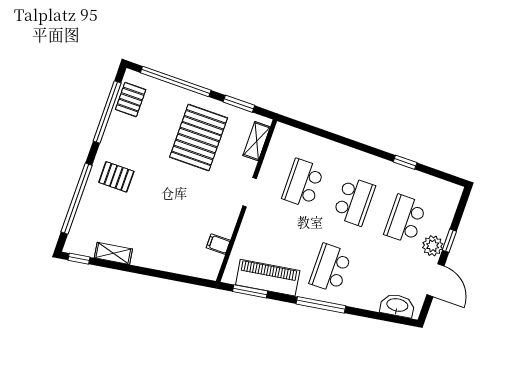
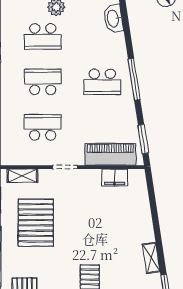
pallet: (199, 138) -> (36, 223), turned 90
school desk: (303, 183) -> (43, 127), turned 180
filing cabinet: (218, 244) -> (115, 177), width x2.00
piano: (268, 278) -> (110, 154), moved, turned 99

